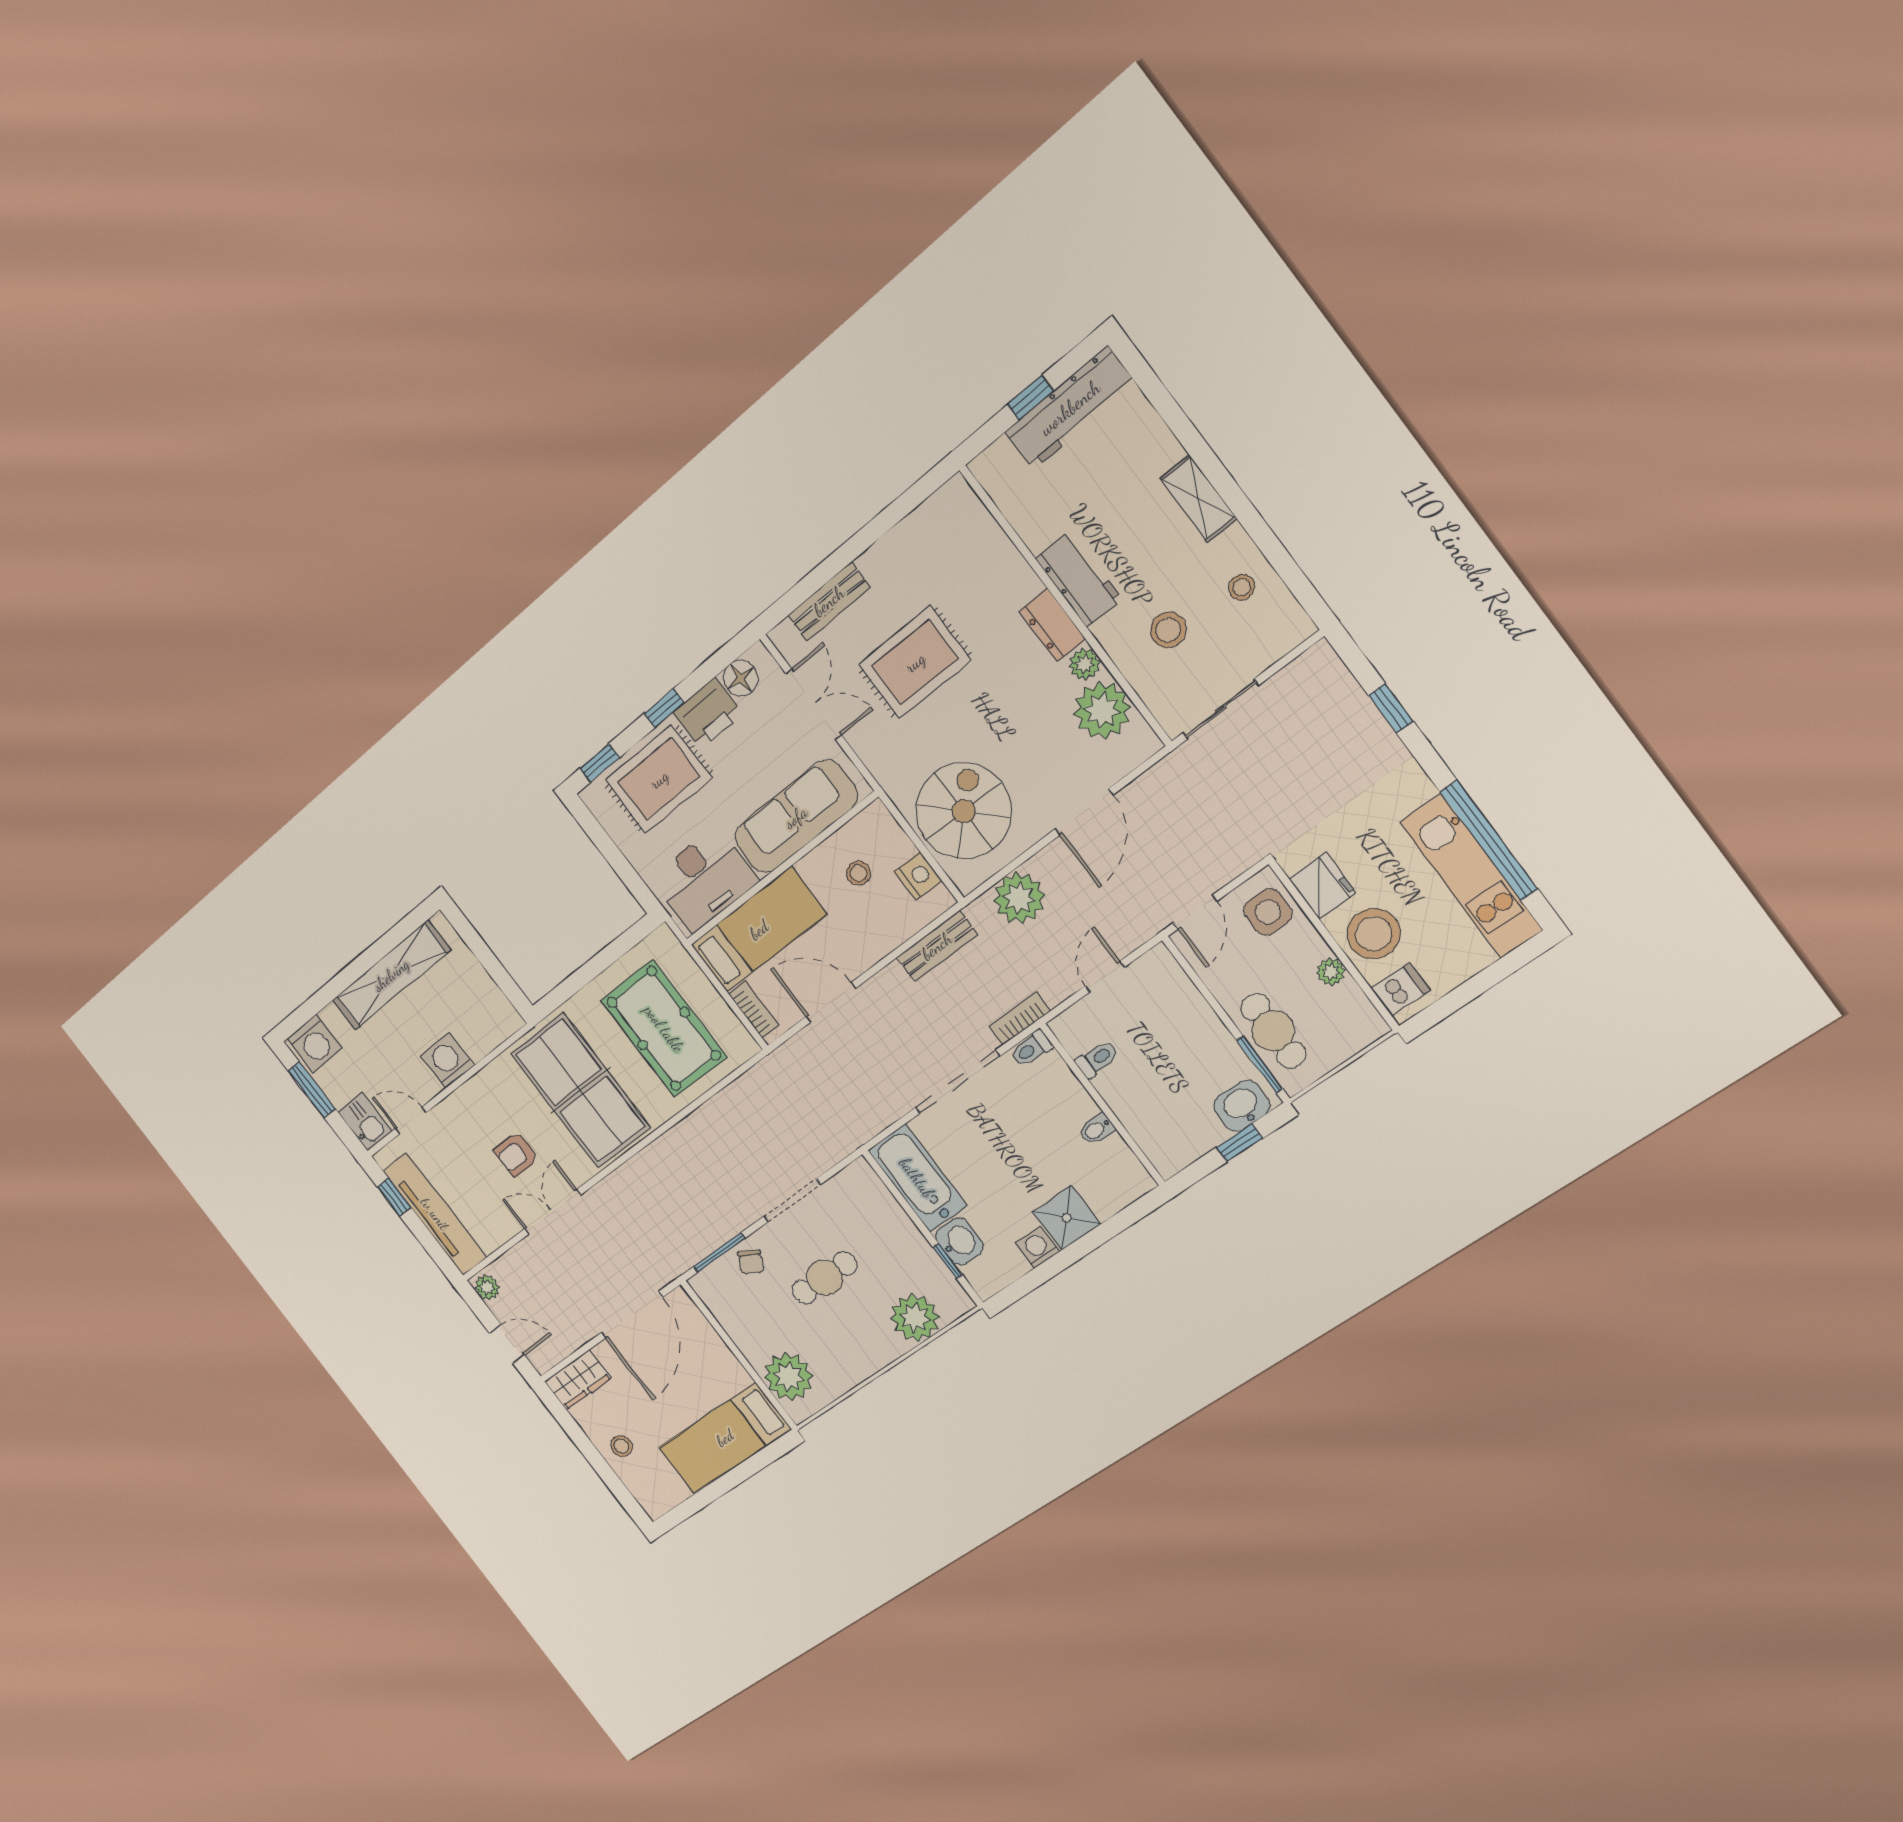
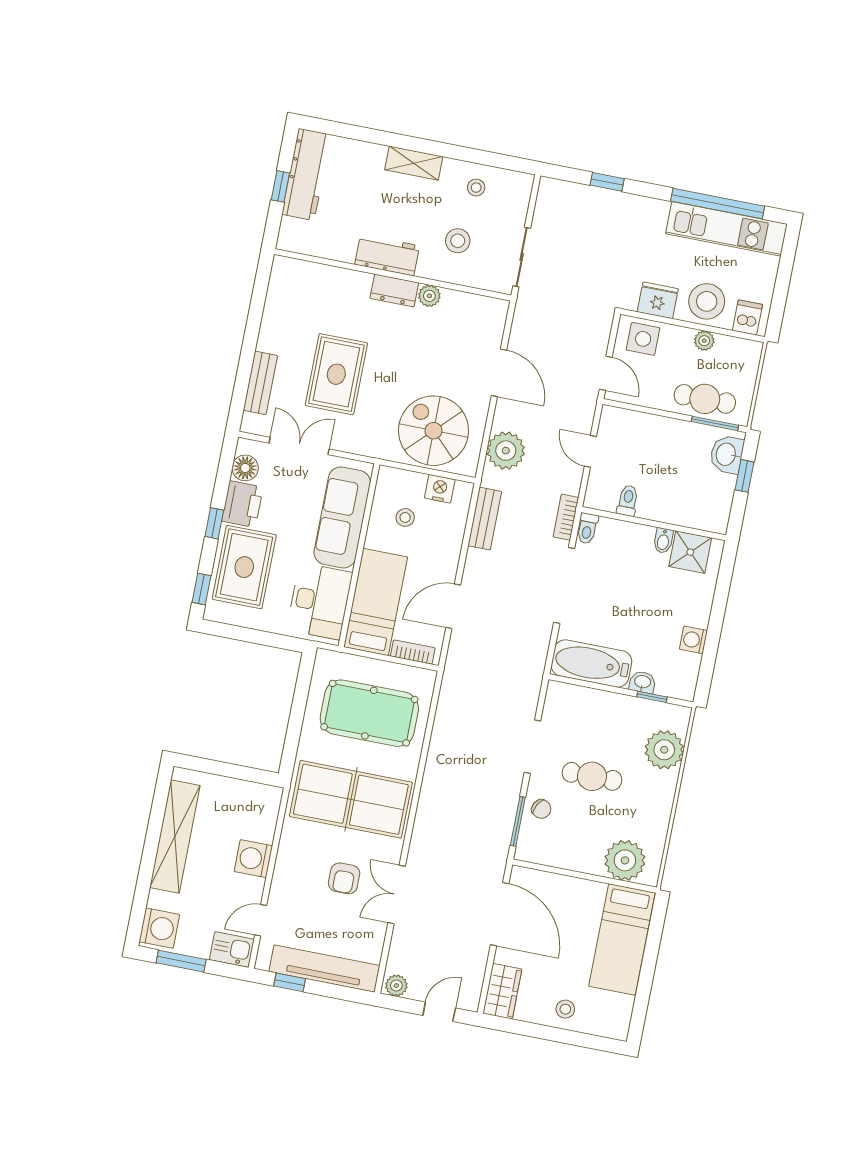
plant: (1102, 710) -> (460, 311), removed
shower: (1067, 1218) -> (690, 552), moved
washbasin: (959, 1242) -> (642, 682), width x0.72, depth x0.69
cafe table: (825, 1278) -> (592, 776), turned 90

